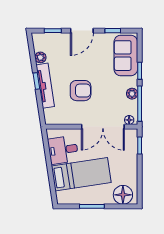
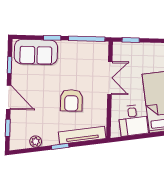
tv unit: (45, 86) -> (82, 135), moved
armchair: (81, 91) -> (71, 100), turned 180
plant: (132, 94) -> (76, 46), removed
floor lamp: (129, 120) -> (104, 50), removed
double door: (103, 127) -> (110, 78), width x0.73

